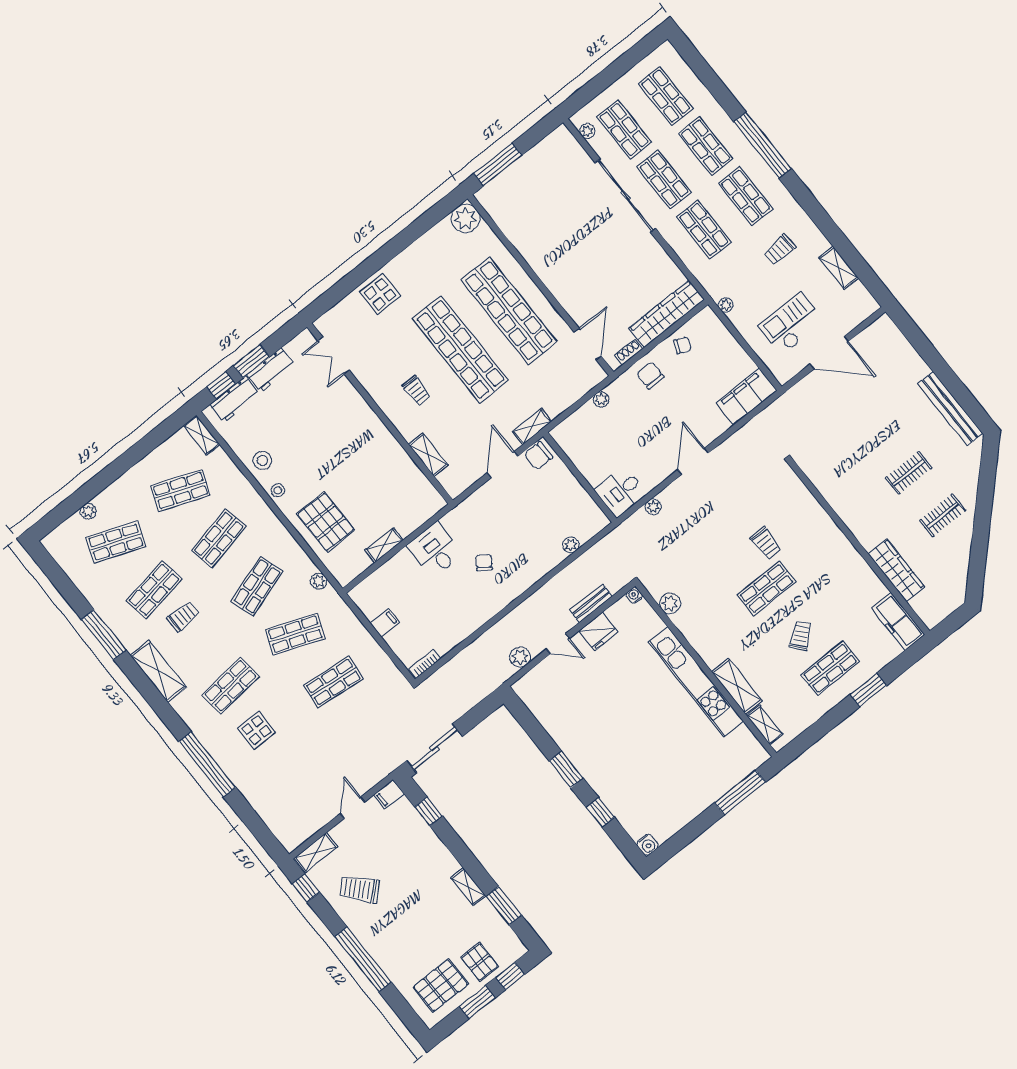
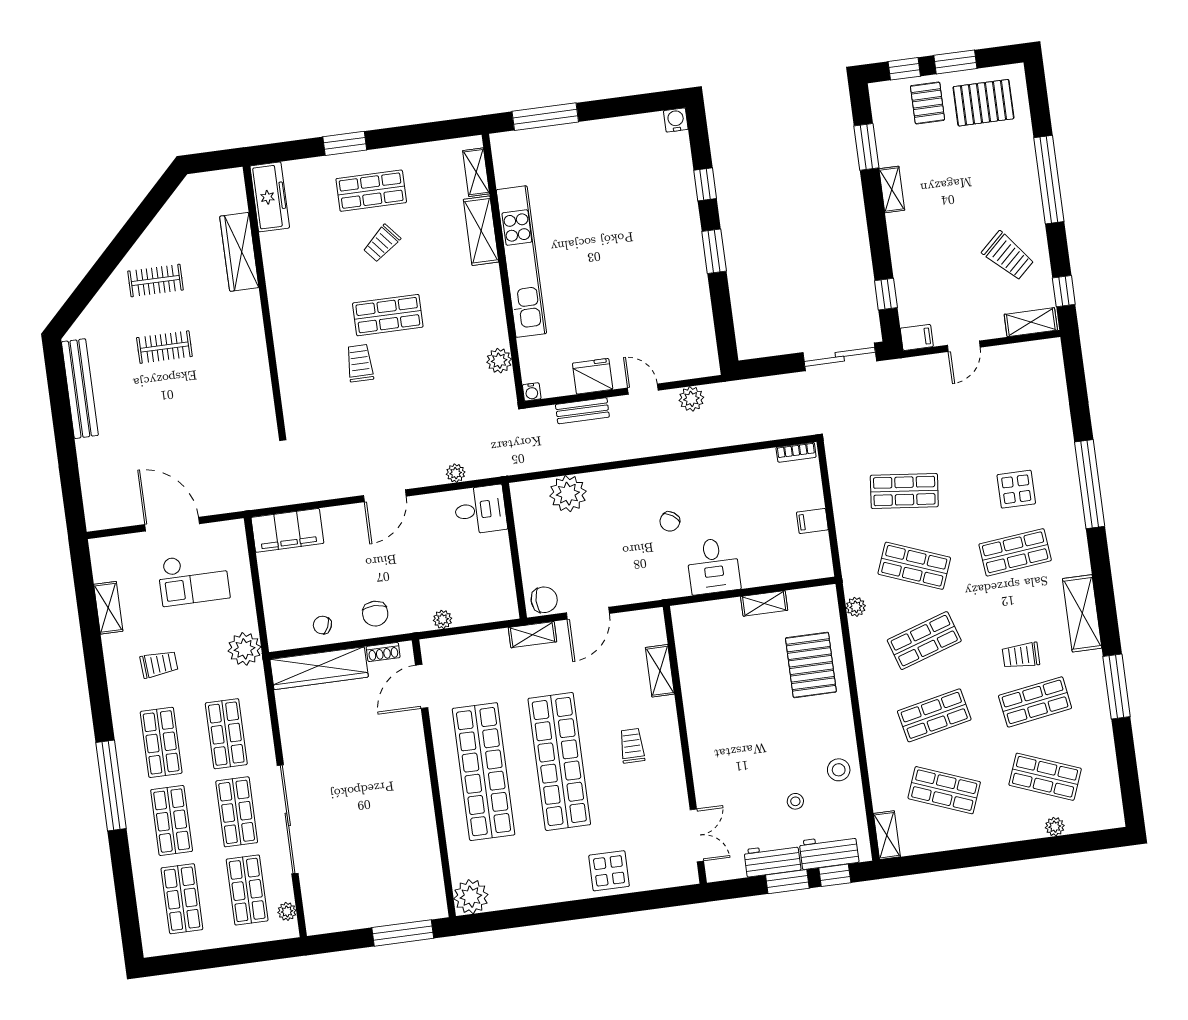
plant: (726, 305) -> (244, 649), width x1.87, depth x1.87
stool: (278, 490) -> (795, 801), moved
plant: (571, 545) -> (568, 494), width x1.87, depth x1.87

